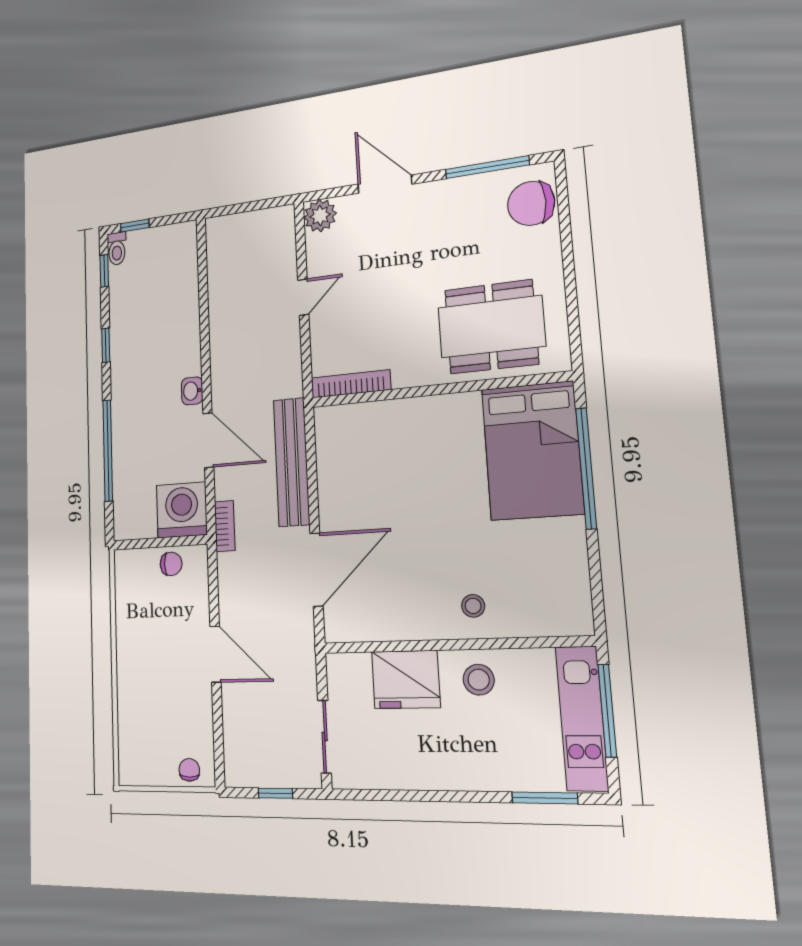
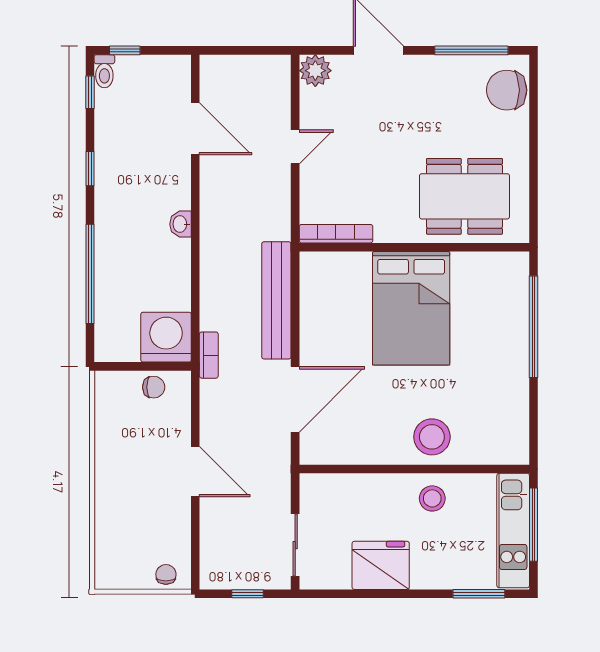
door: (208, 440) -> (195, 129), moved
bed: (532, 451) -> (411, 308), moved
stool: (473, 606) -> (432, 437), width x1.89, depth x1.89
fridge: (406, 679) -> (381, 565), moved, turned 180

